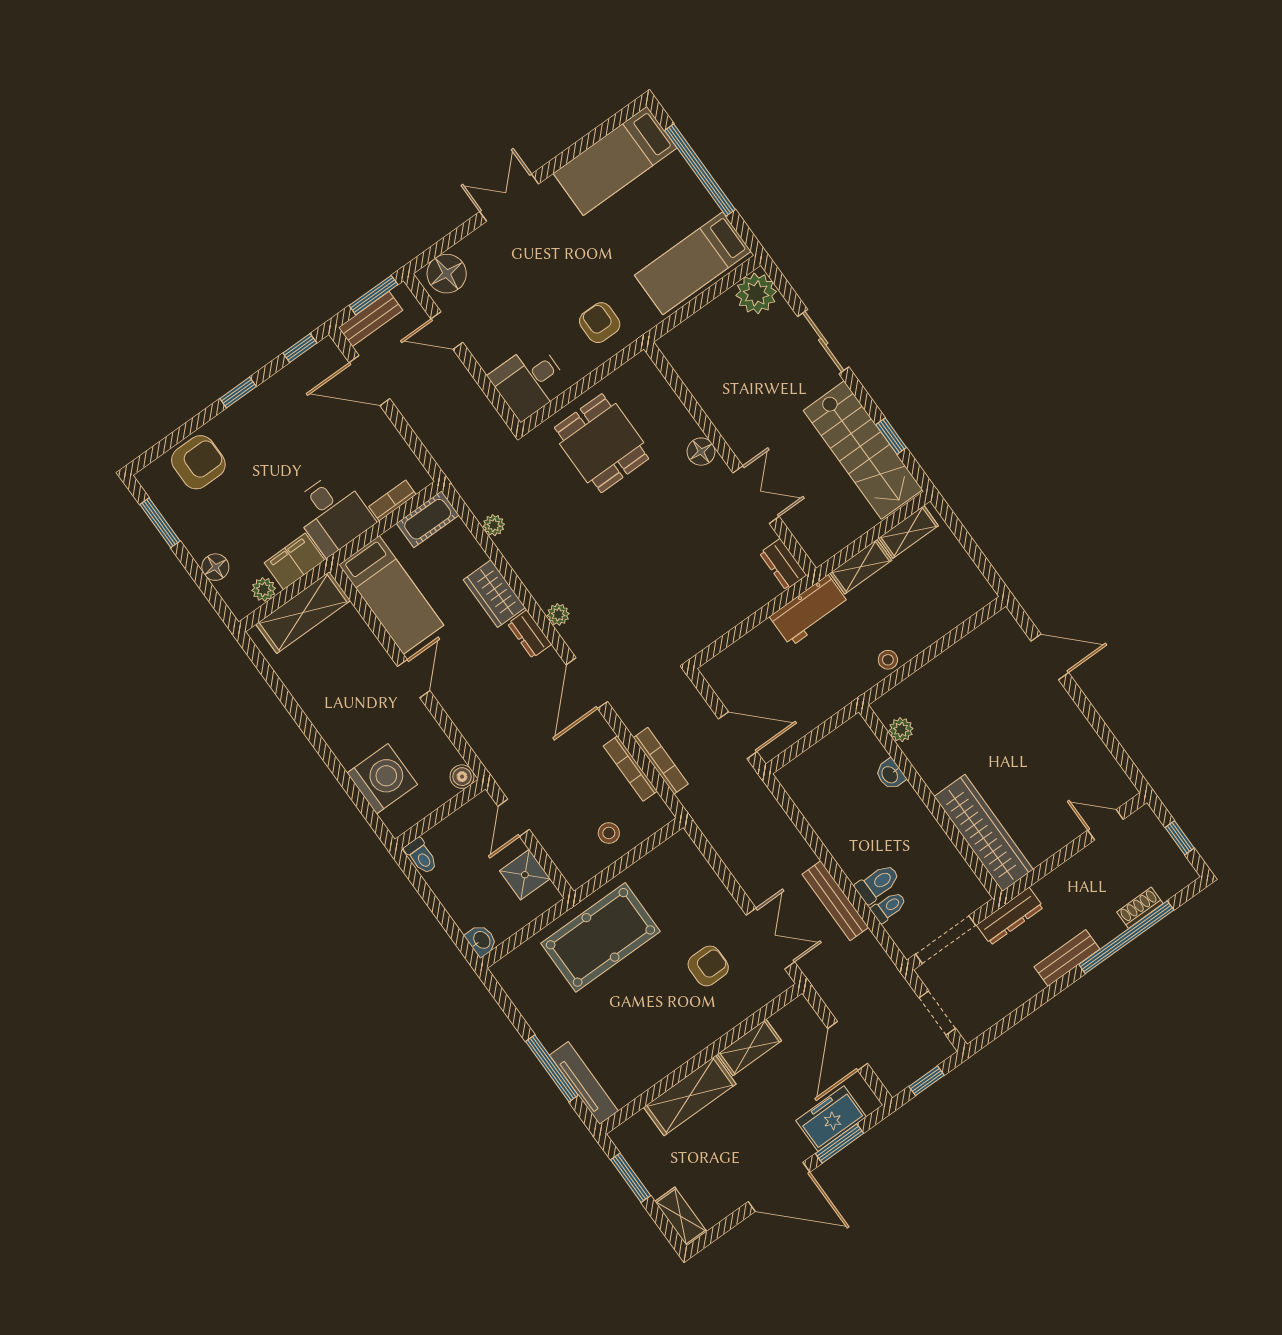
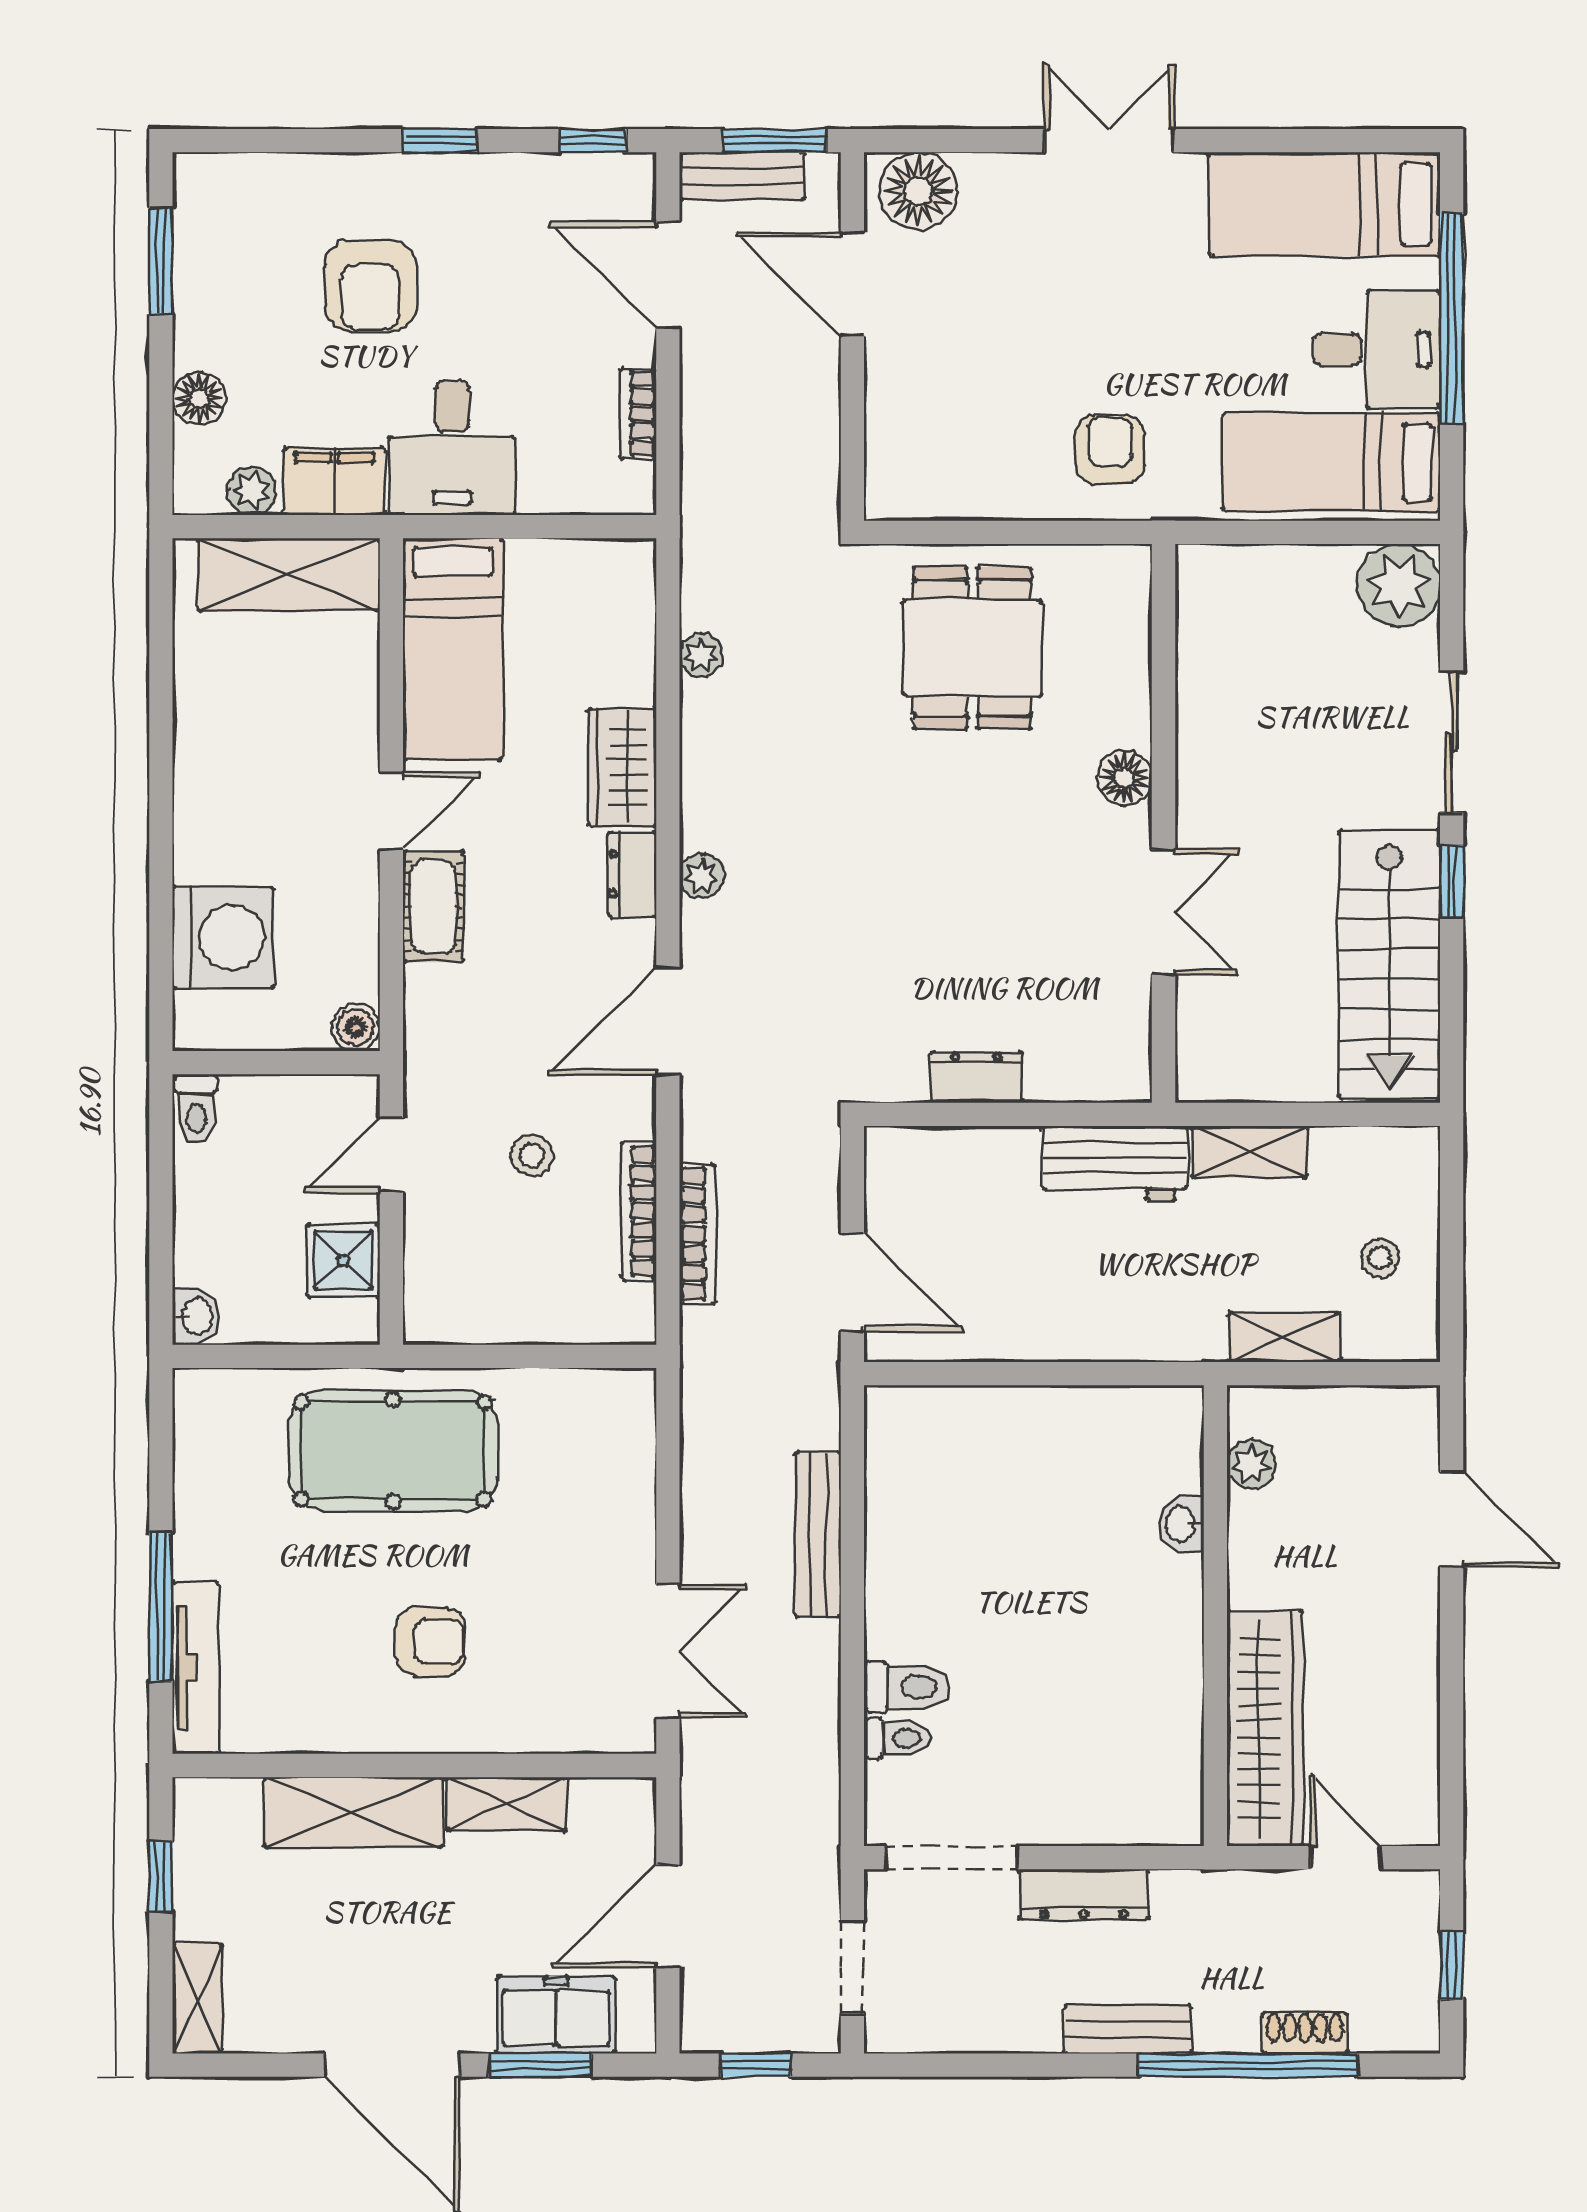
door: (447, 331) -> (852, 284), width x1.38
desk: (529, 381) -> (1377, 350), moved, turned 180
window: (891, 436) -> (1452, 881), moved
armchair: (198, 462) -> (370, 286), moved, turned 90
bookcase: (392, 501) -> (638, 414), moved, turned -90
cot: (428, 519) -> (433, 906), moved, turned 90
shelving: (908, 532) -> (1284, 1337), moved
dresser: (783, 564) -> (976, 1077), moved, turned 90
stool: (888, 660) -> (1380, 1258), moved
plant: (901, 730) -> (1251, 1464), moved
washbasin: (890, 774) -> (1181, 1524), moved
wall: (931, 802) -> (1215, 1616), moved
stool: (609, 833) -> (532, 1155), moved
wardrobe: (984, 833) -> (1265, 1729), moved
bench: (835, 901) -> (818, 1535), moved
armchair: (708, 966) -> (430, 1641), moved
window: (631, 1178) -> (161, 1877), width x0.67

